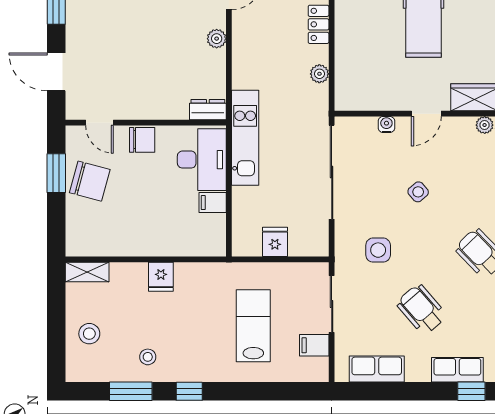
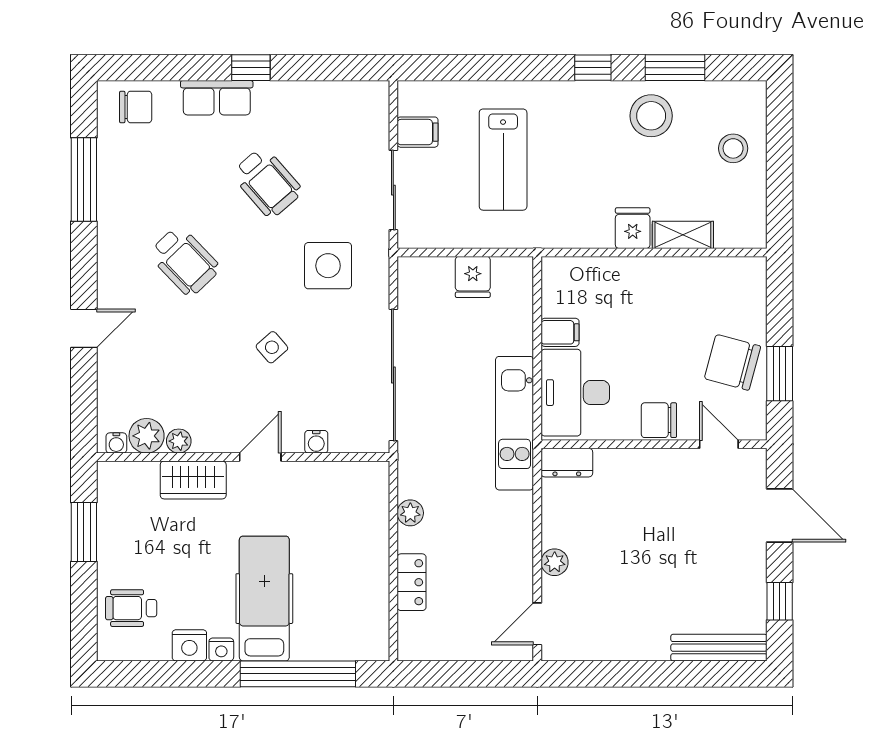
side table: (378, 250) -> (328, 266), width x1.37, depth x1.37
shelving: (87, 272) -> (683, 235), moved
stool: (148, 357) -> (651, 116), width x1.89, depth x1.89
row of seats: (377, 369) -> (330, 99), removed
window: (471, 391) -> (251, 68), moved

